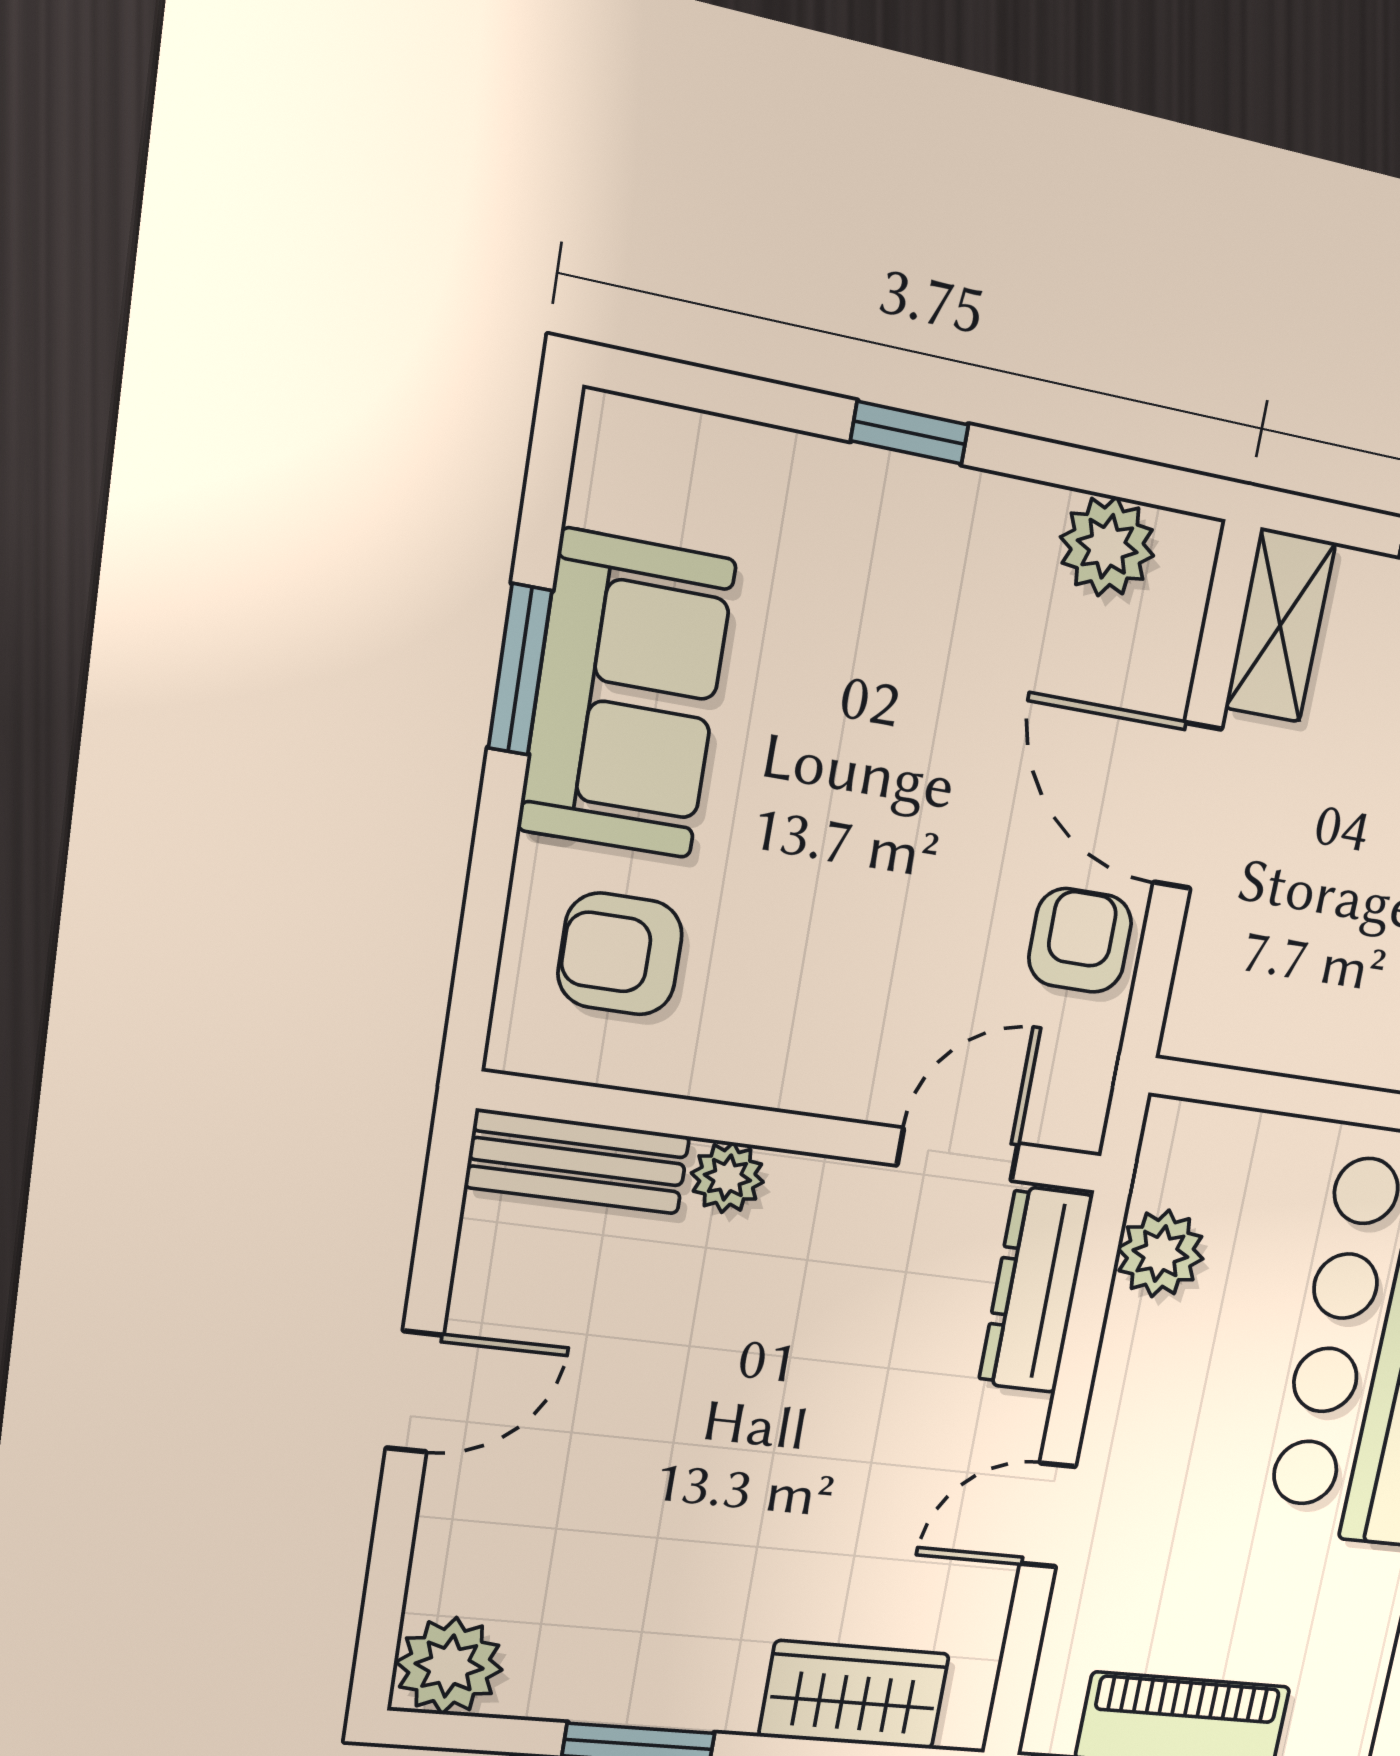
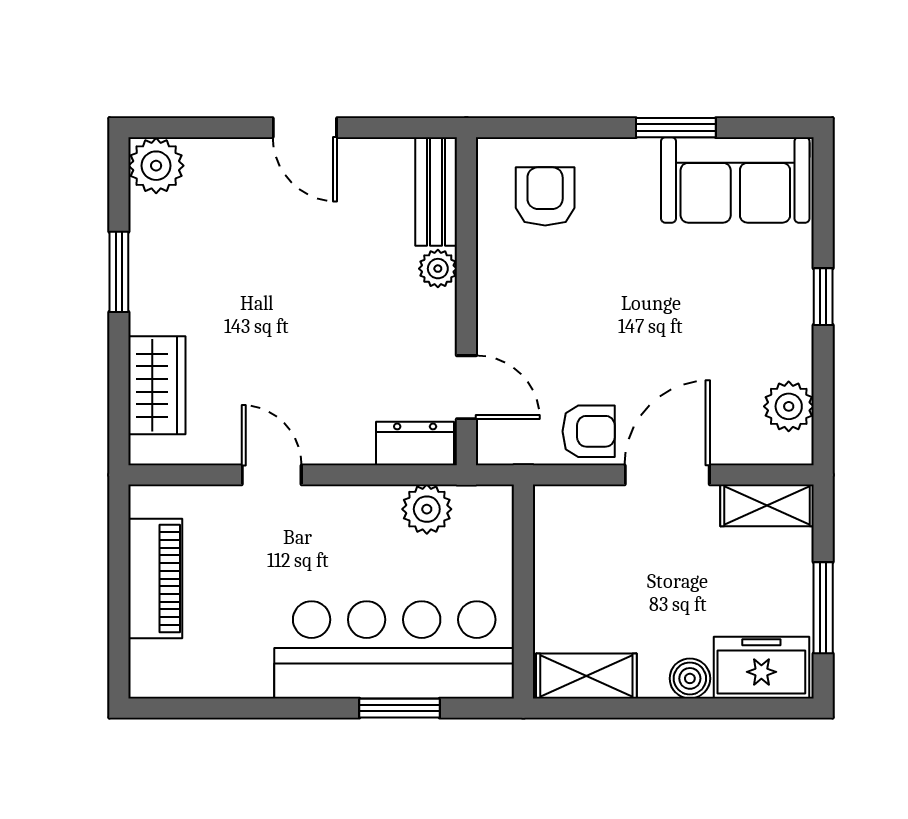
sofa: (627, 695) -> (735, 180), moved
dresser: (1036, 1290) -> (415, 444), width x0.70

